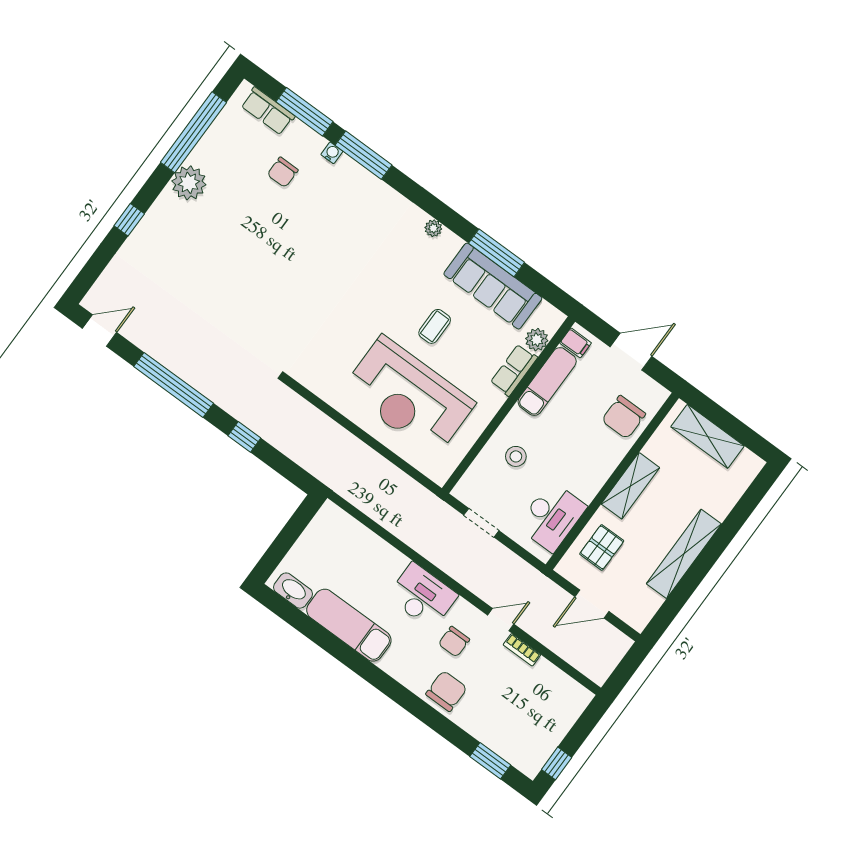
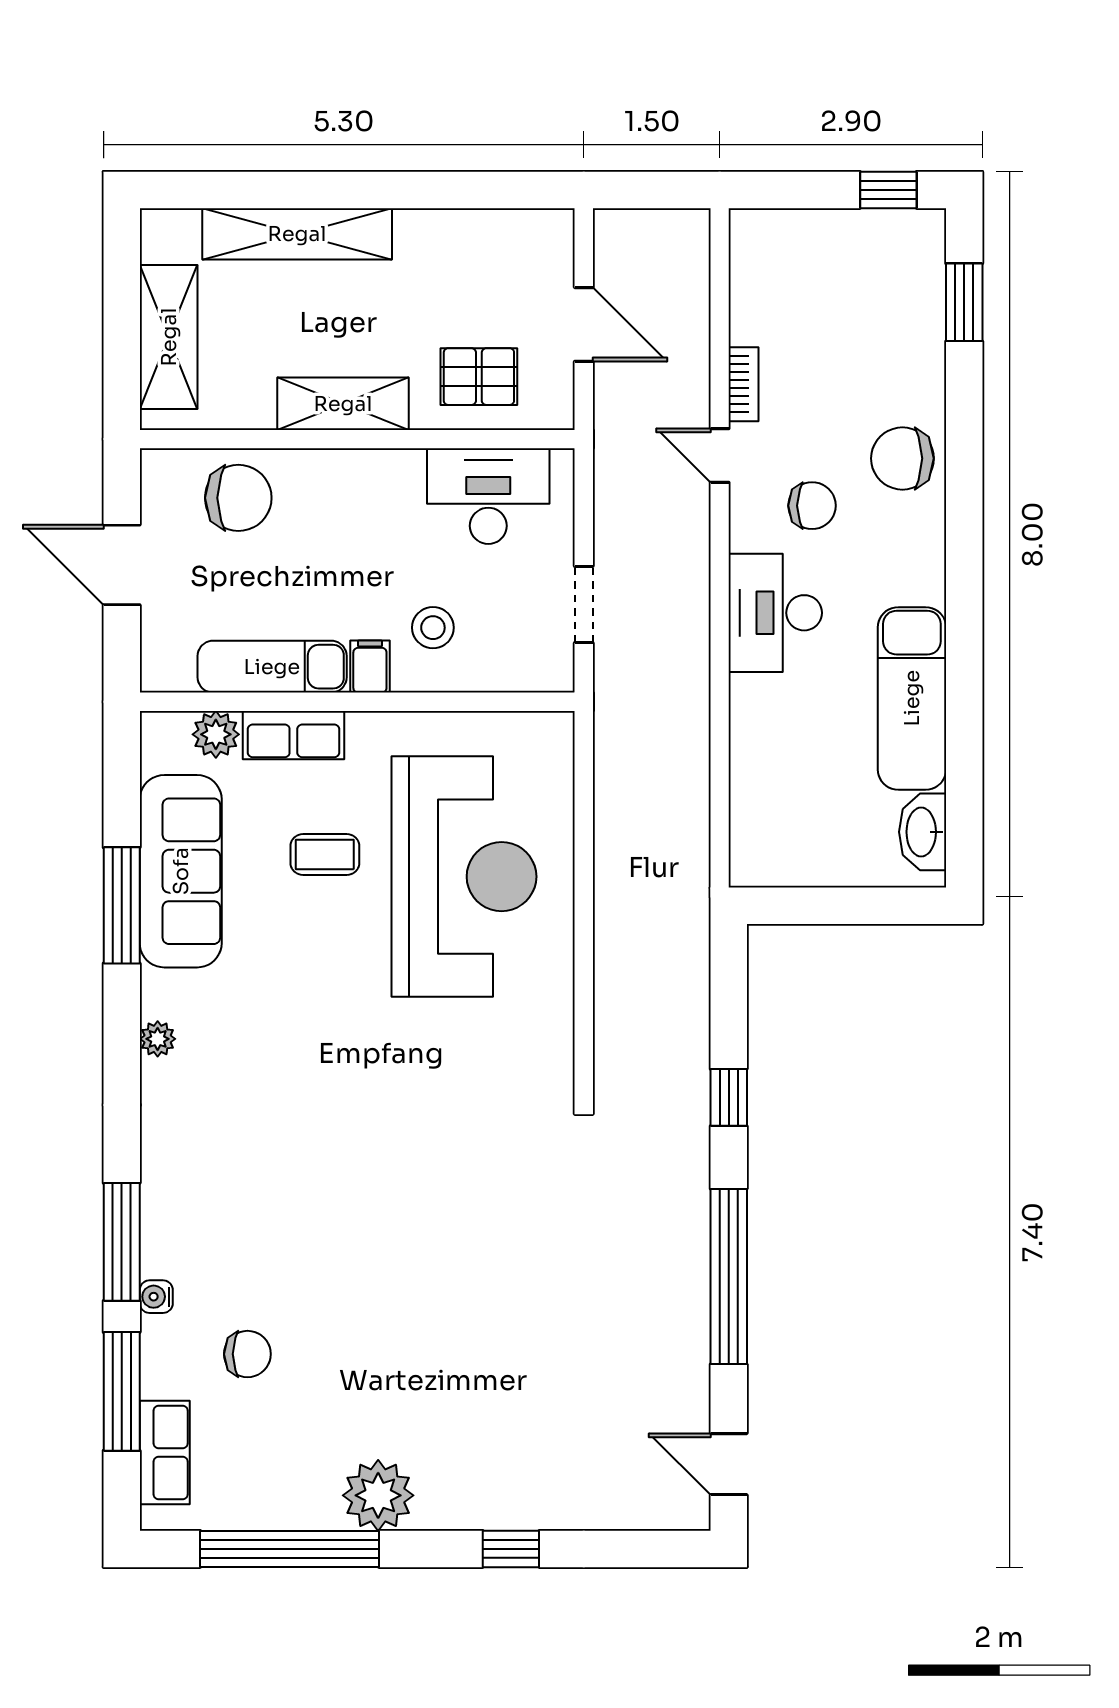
coffee table: (435, 326) -> (325, 855), moved
filing cabinet: (576, 343) -> (370, 667), moved
shelving: (684, 554) -> (297, 234), moved

